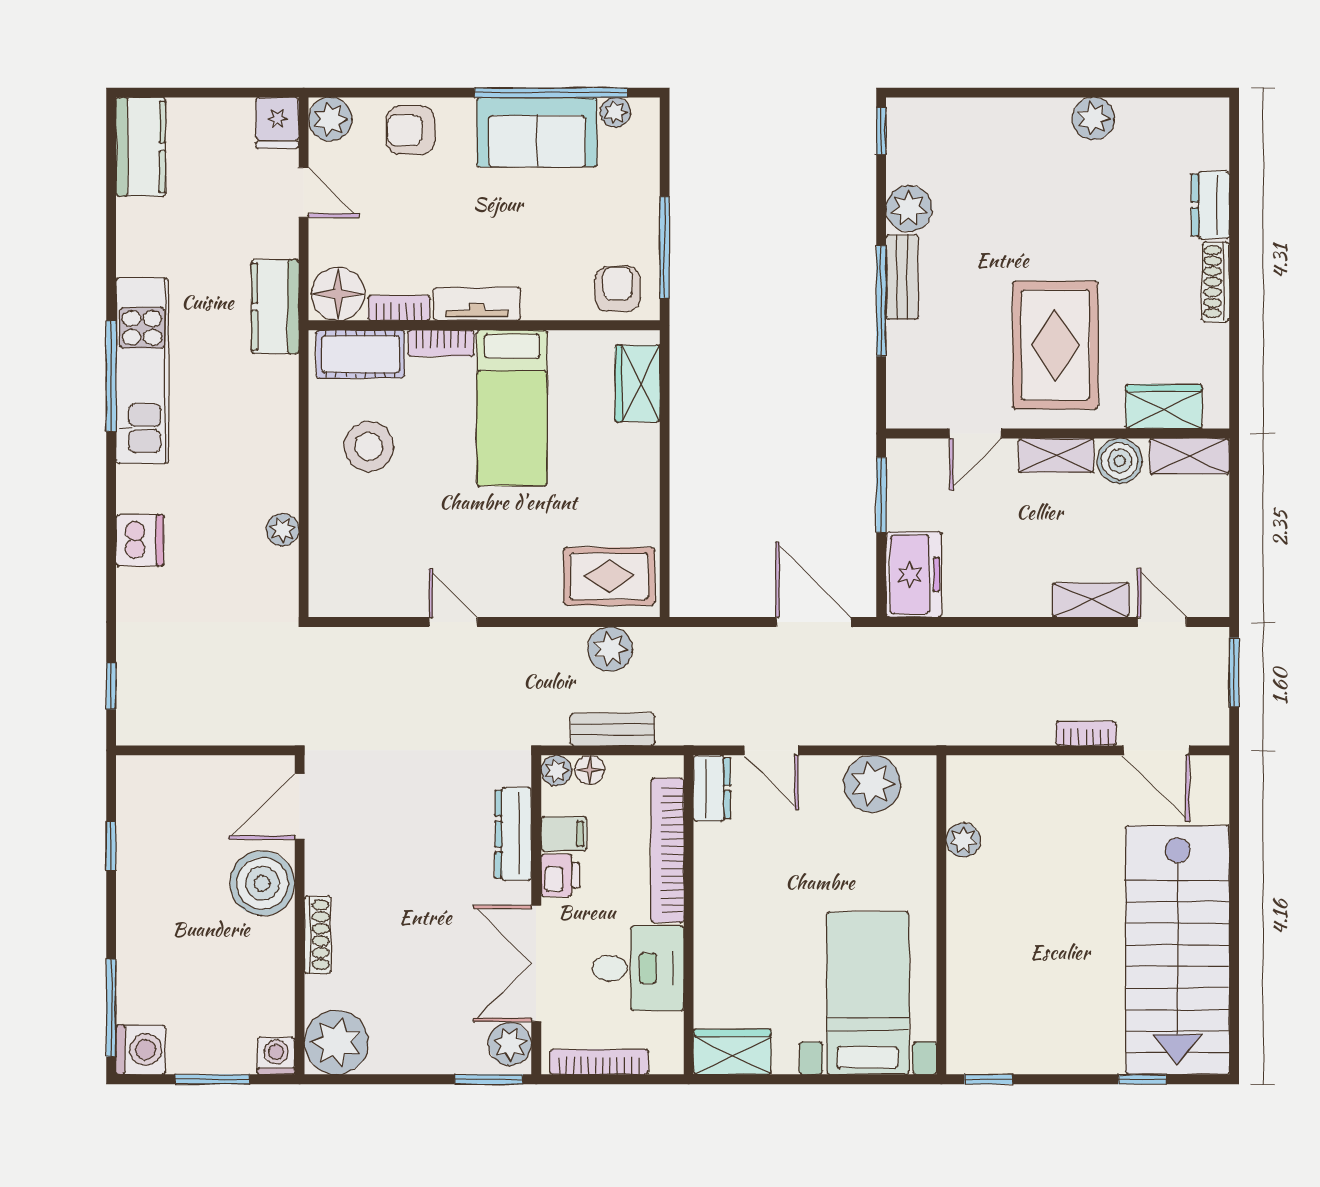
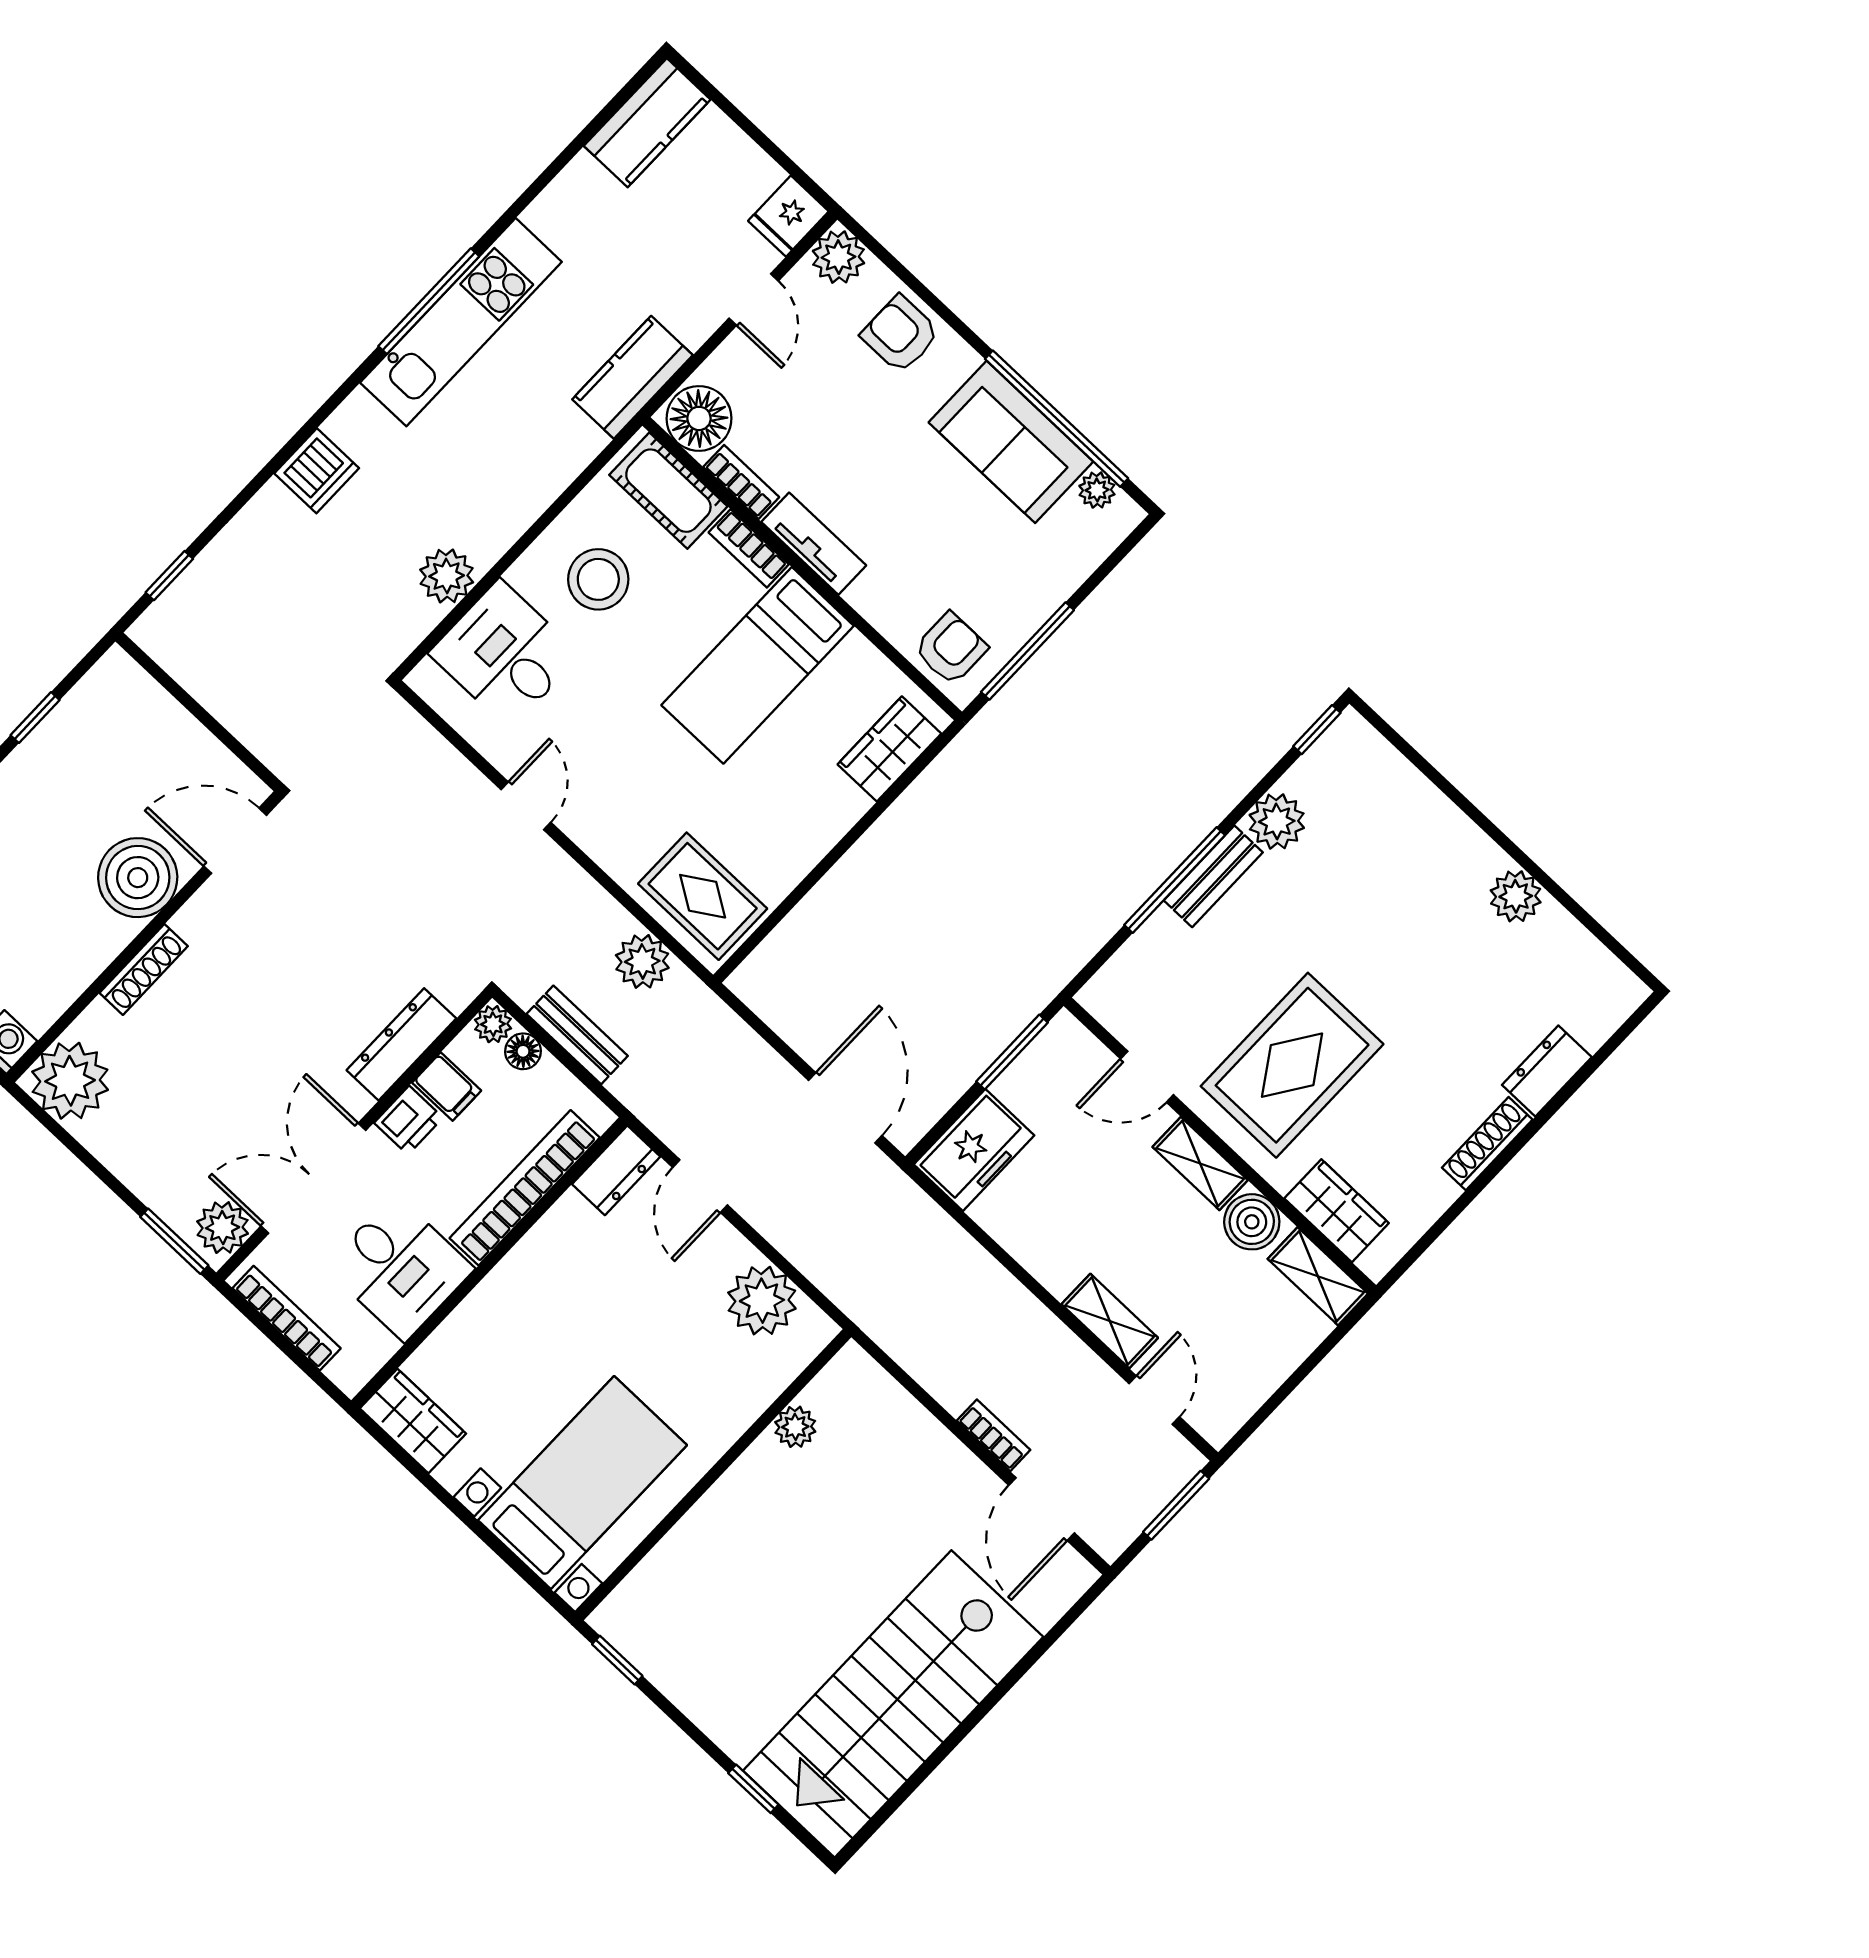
plant: (283, 530) -> (447, 576), width x1.38, depth x1.38
desk: (355, 544) -> (505, 654), added

